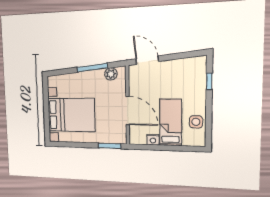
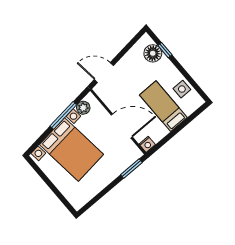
floor lamp: (197, 76) -> (153, 53), added
bed with nightstands: (71, 115) -> (72, 149), moved, turned 84
nightstand: (153, 140) -> (147, 144), moved

